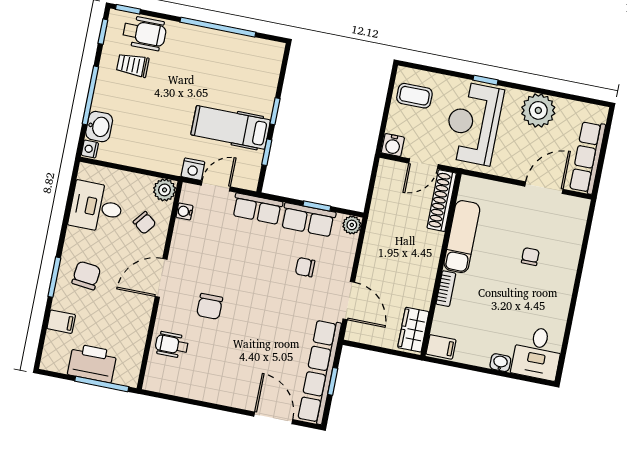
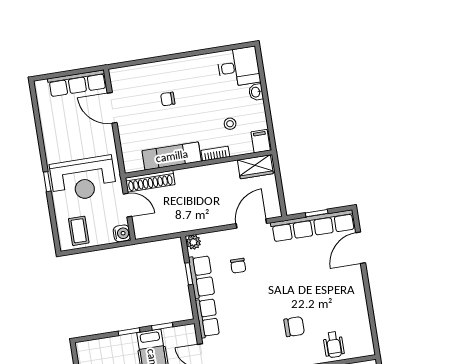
plant: (538, 110) -> (55, 133), removed
stool: (475, 319) -> (230, 124), added

